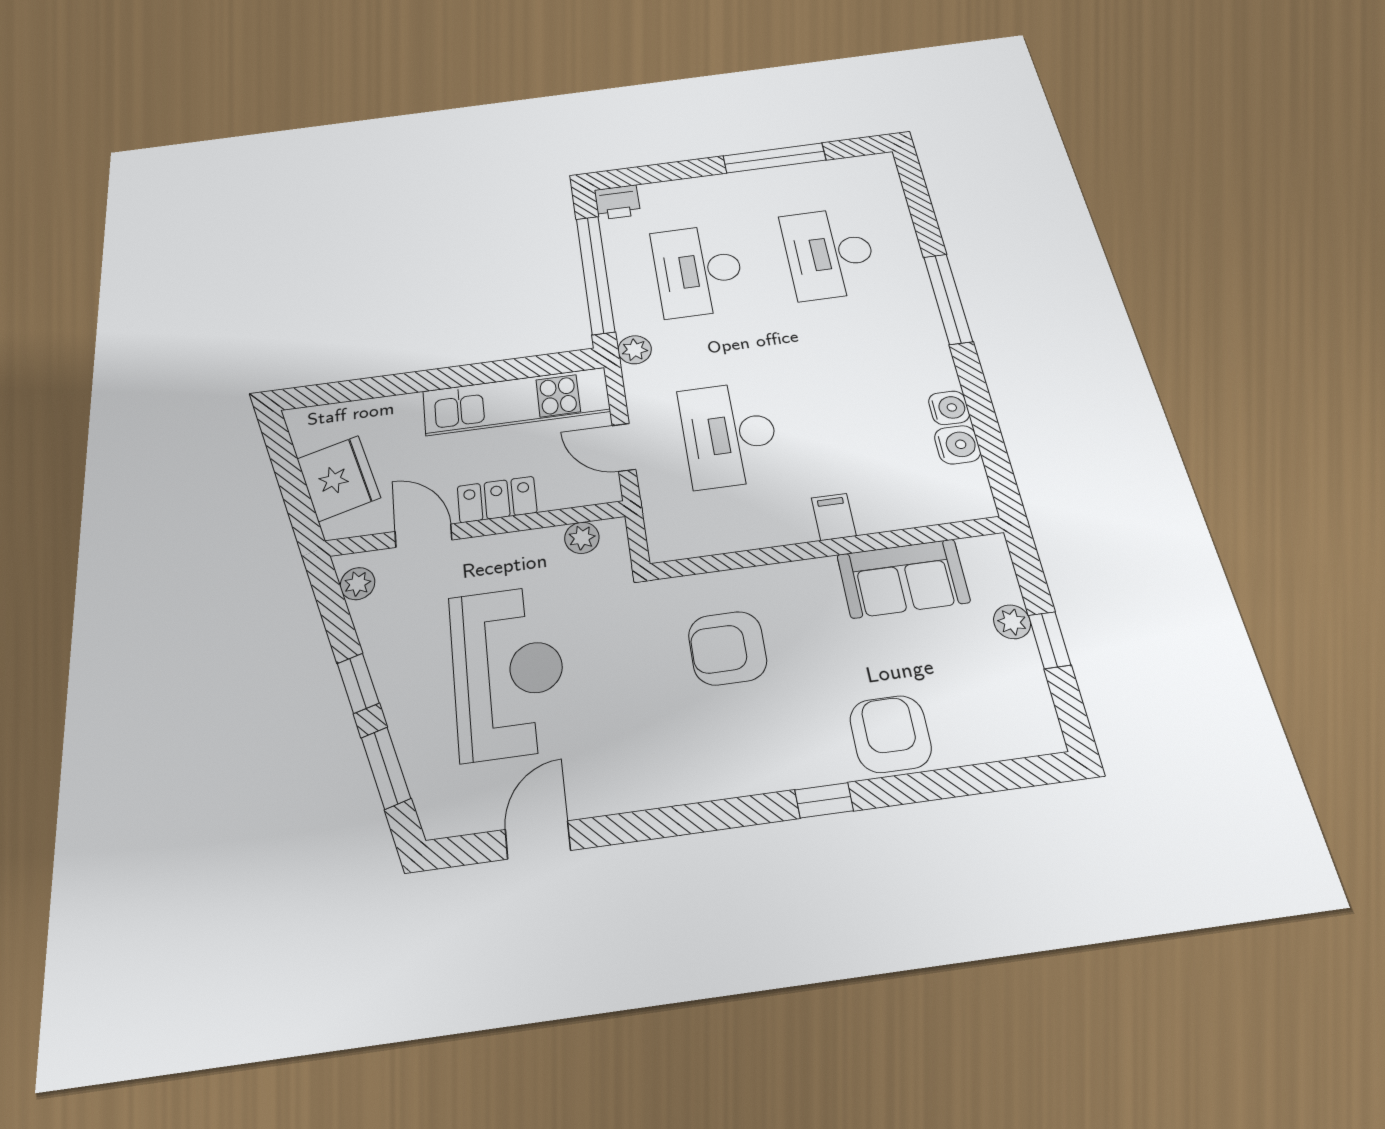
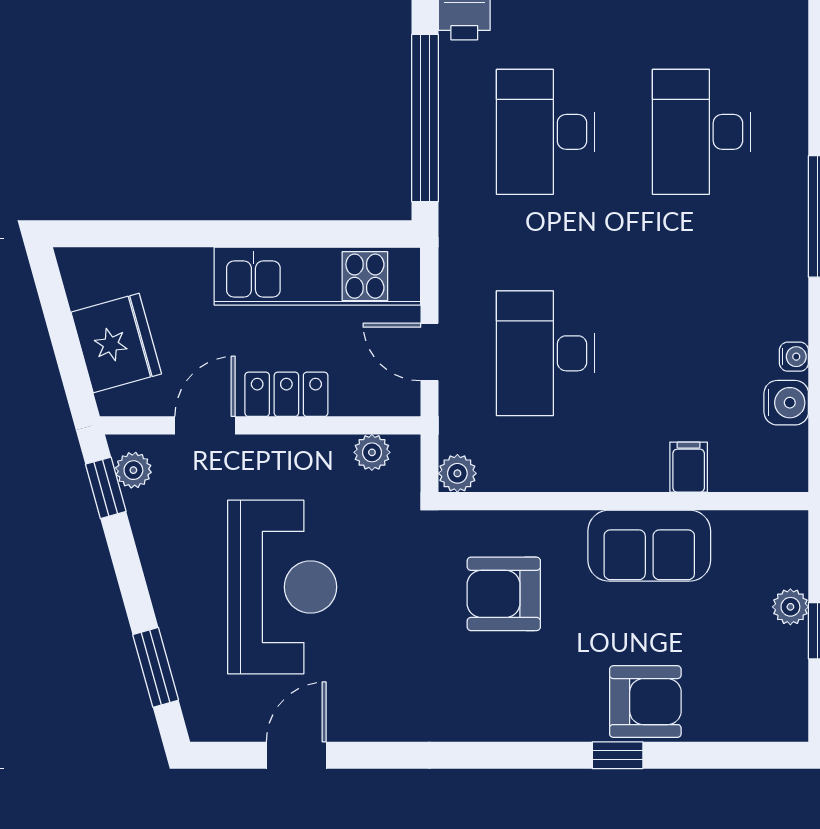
plant: (635, 350) -> (457, 473), moved
water cooler: (949, 408) -> (794, 357), width x0.72, depth x0.72
filing cabinet: (834, 517) -> (689, 467), moved
door: (423, 536) -> (205, 425), hinge flipped
sofa: (903, 578) -> (649, 546), moved
window: (358, 683) -> (106, 488), moved
armchair: (891, 734) -> (645, 702), turned 90
window: (824, 800) -> (618, 755), moved

